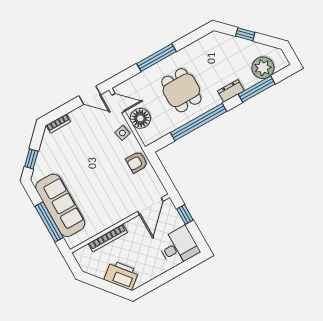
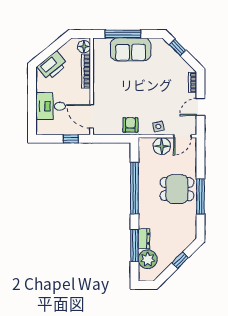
window: (156, 58) -> (200, 196), moved
dining table: (181, 90) -> (177, 189), moved
dresser: (231, 91) -> (144, 239), moved
door: (90, 95) -> (200, 107), moved
sofa: (60, 205) -> (131, 49), width x0.73
desk: (178, 247) -> (51, 106), moved, turned 90
floor lamp: (84, 254) -> (84, 47), added

